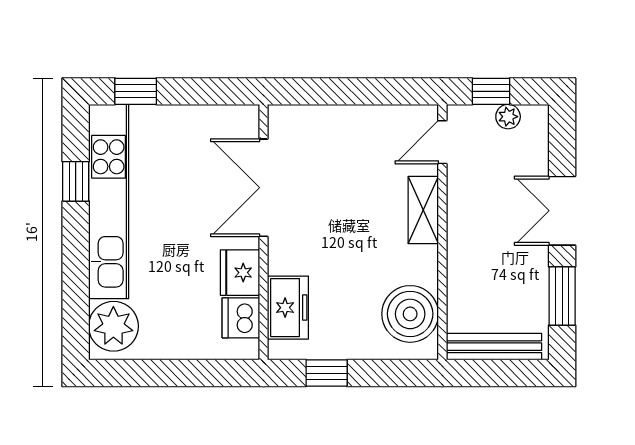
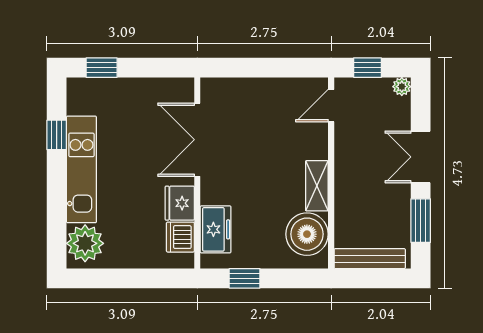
plant: (508, 117) -> (402, 87), moved
kitchen unit: (109, 202) -> (81, 169), width x0.73
shelving: (423, 210) -> (317, 186), moved

